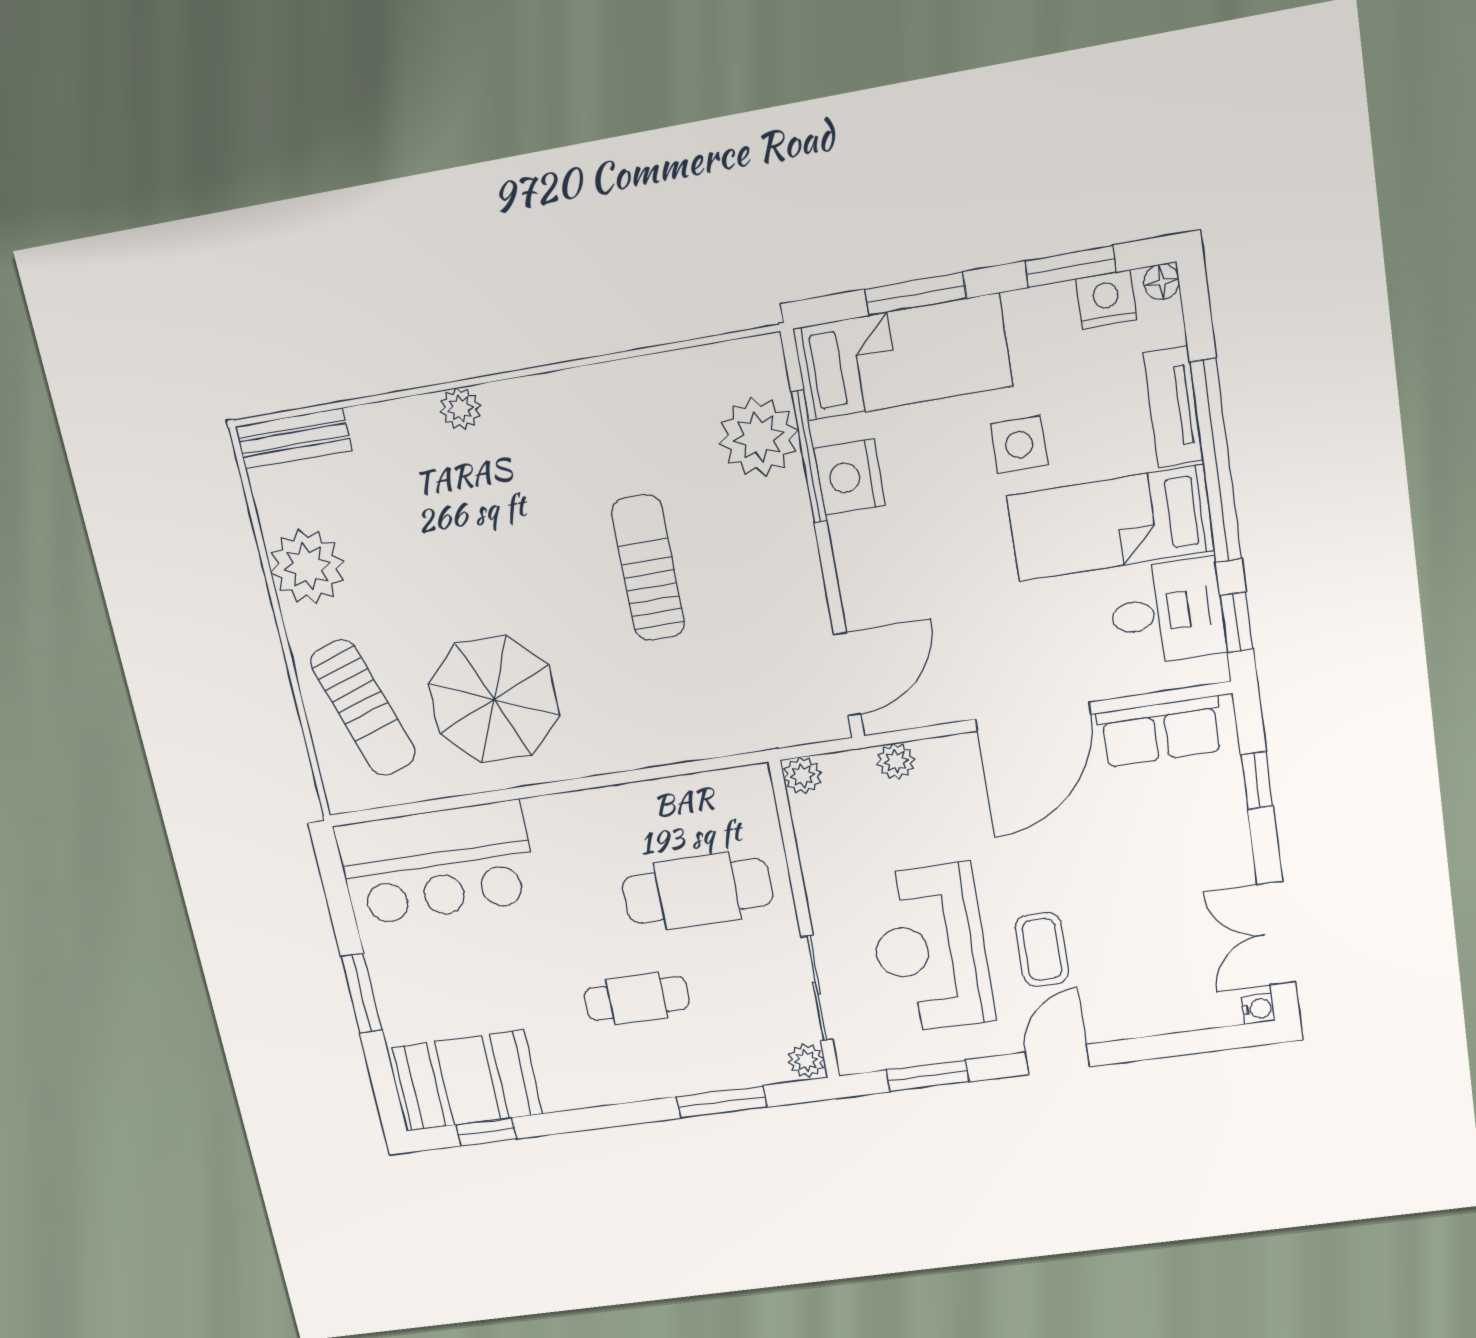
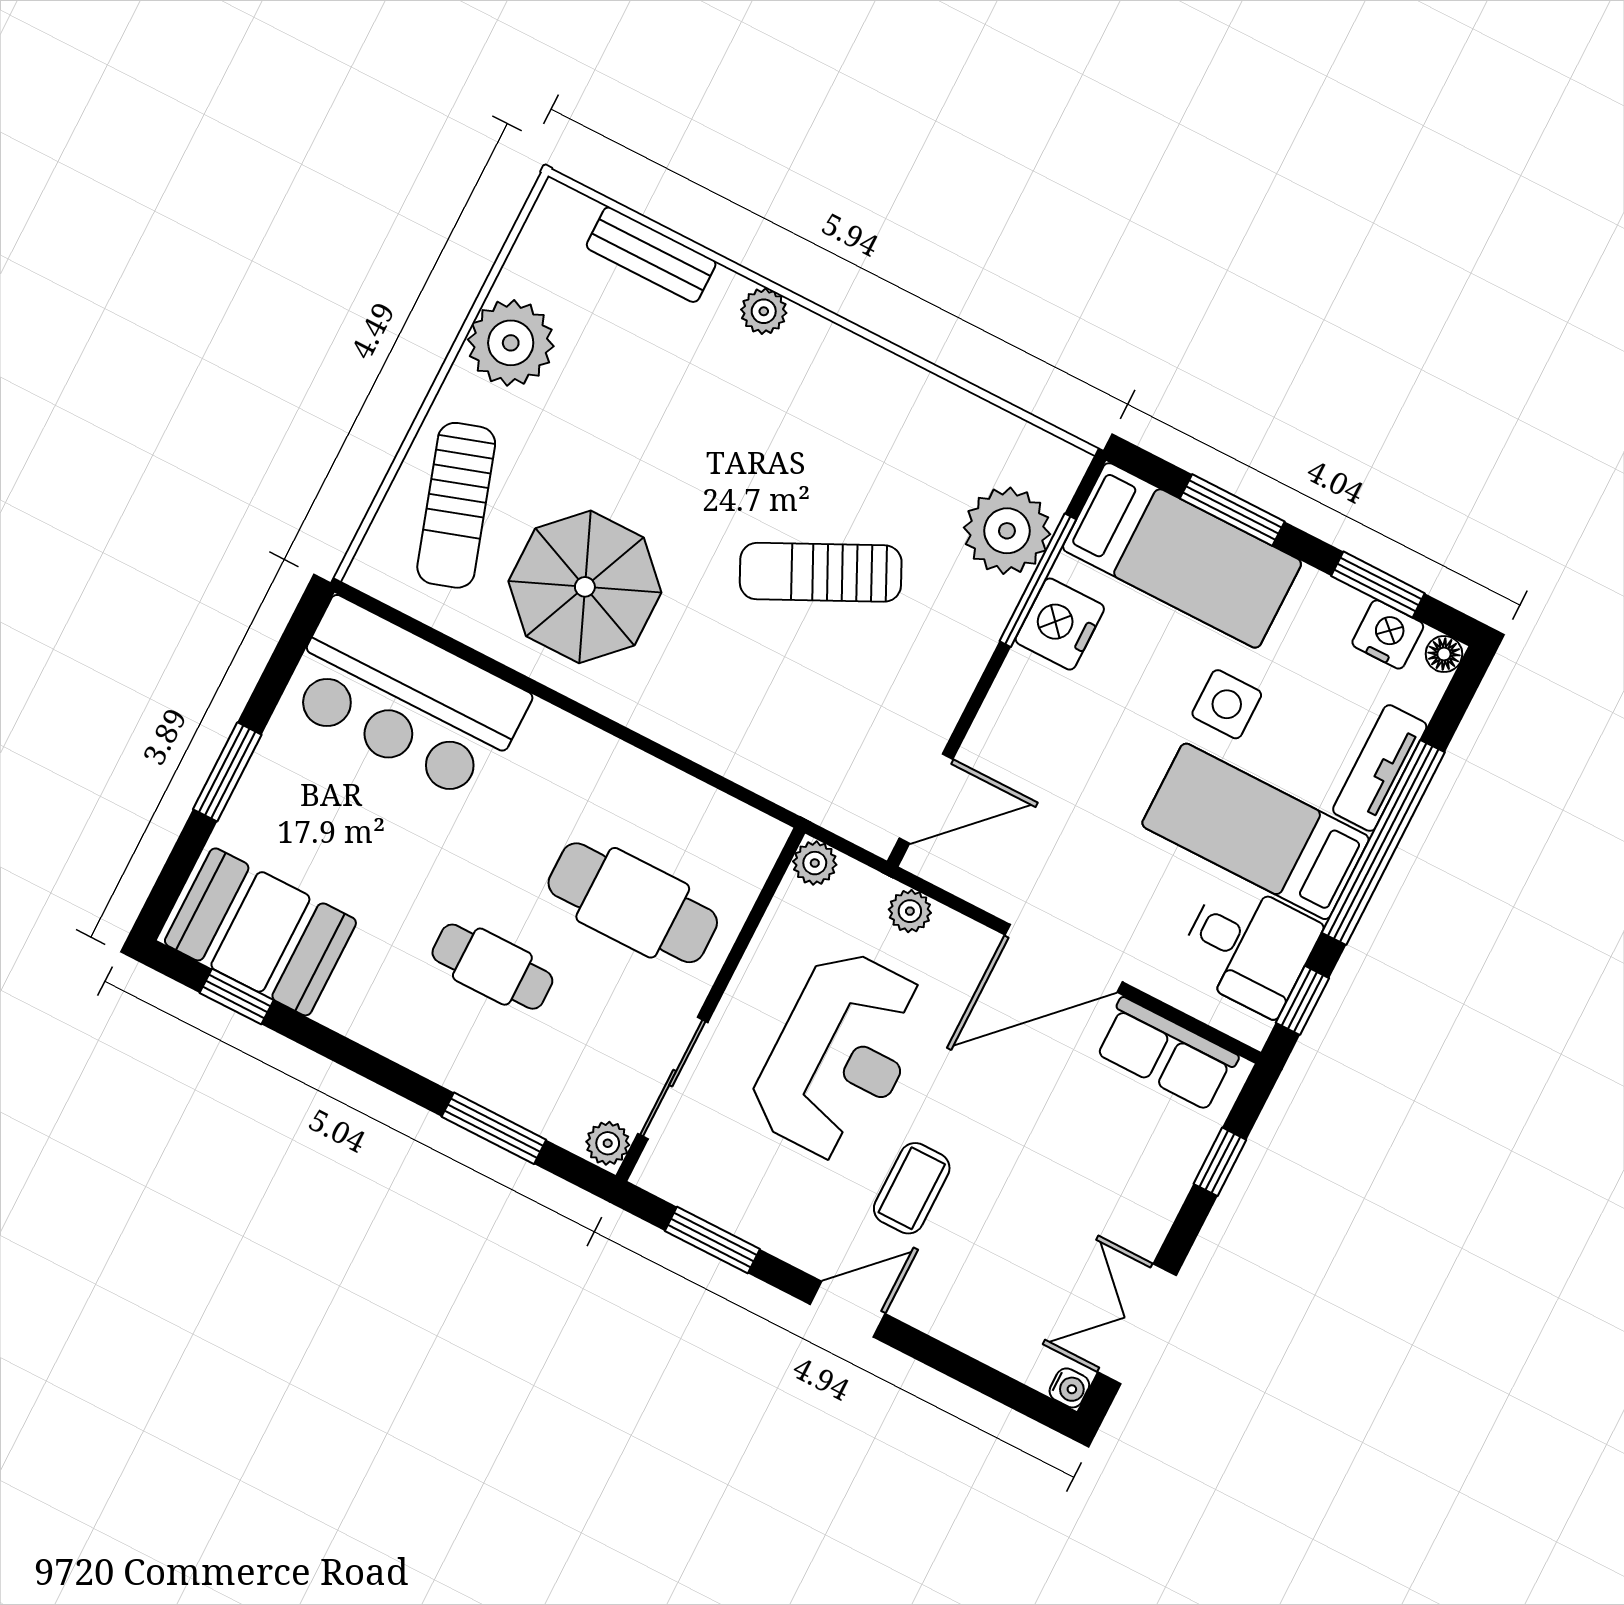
bench: (294, 438) -> (651, 255), moved
sun lounger: (648, 568) -> (821, 572), turned -116
reception desk: (930, 949) -> (840, 1056), moved, turned 180

